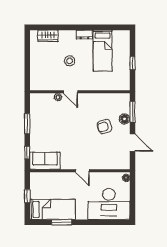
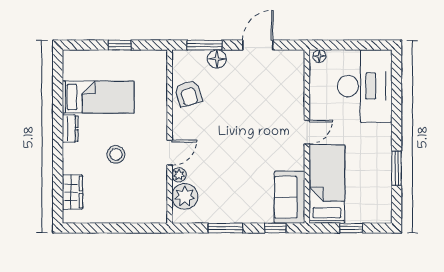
plant: (45, 100) -> (185, 196), added
armchair: (105, 126) -> (188, 94), moved
bed: (53, 209) -> (327, 184), moved

